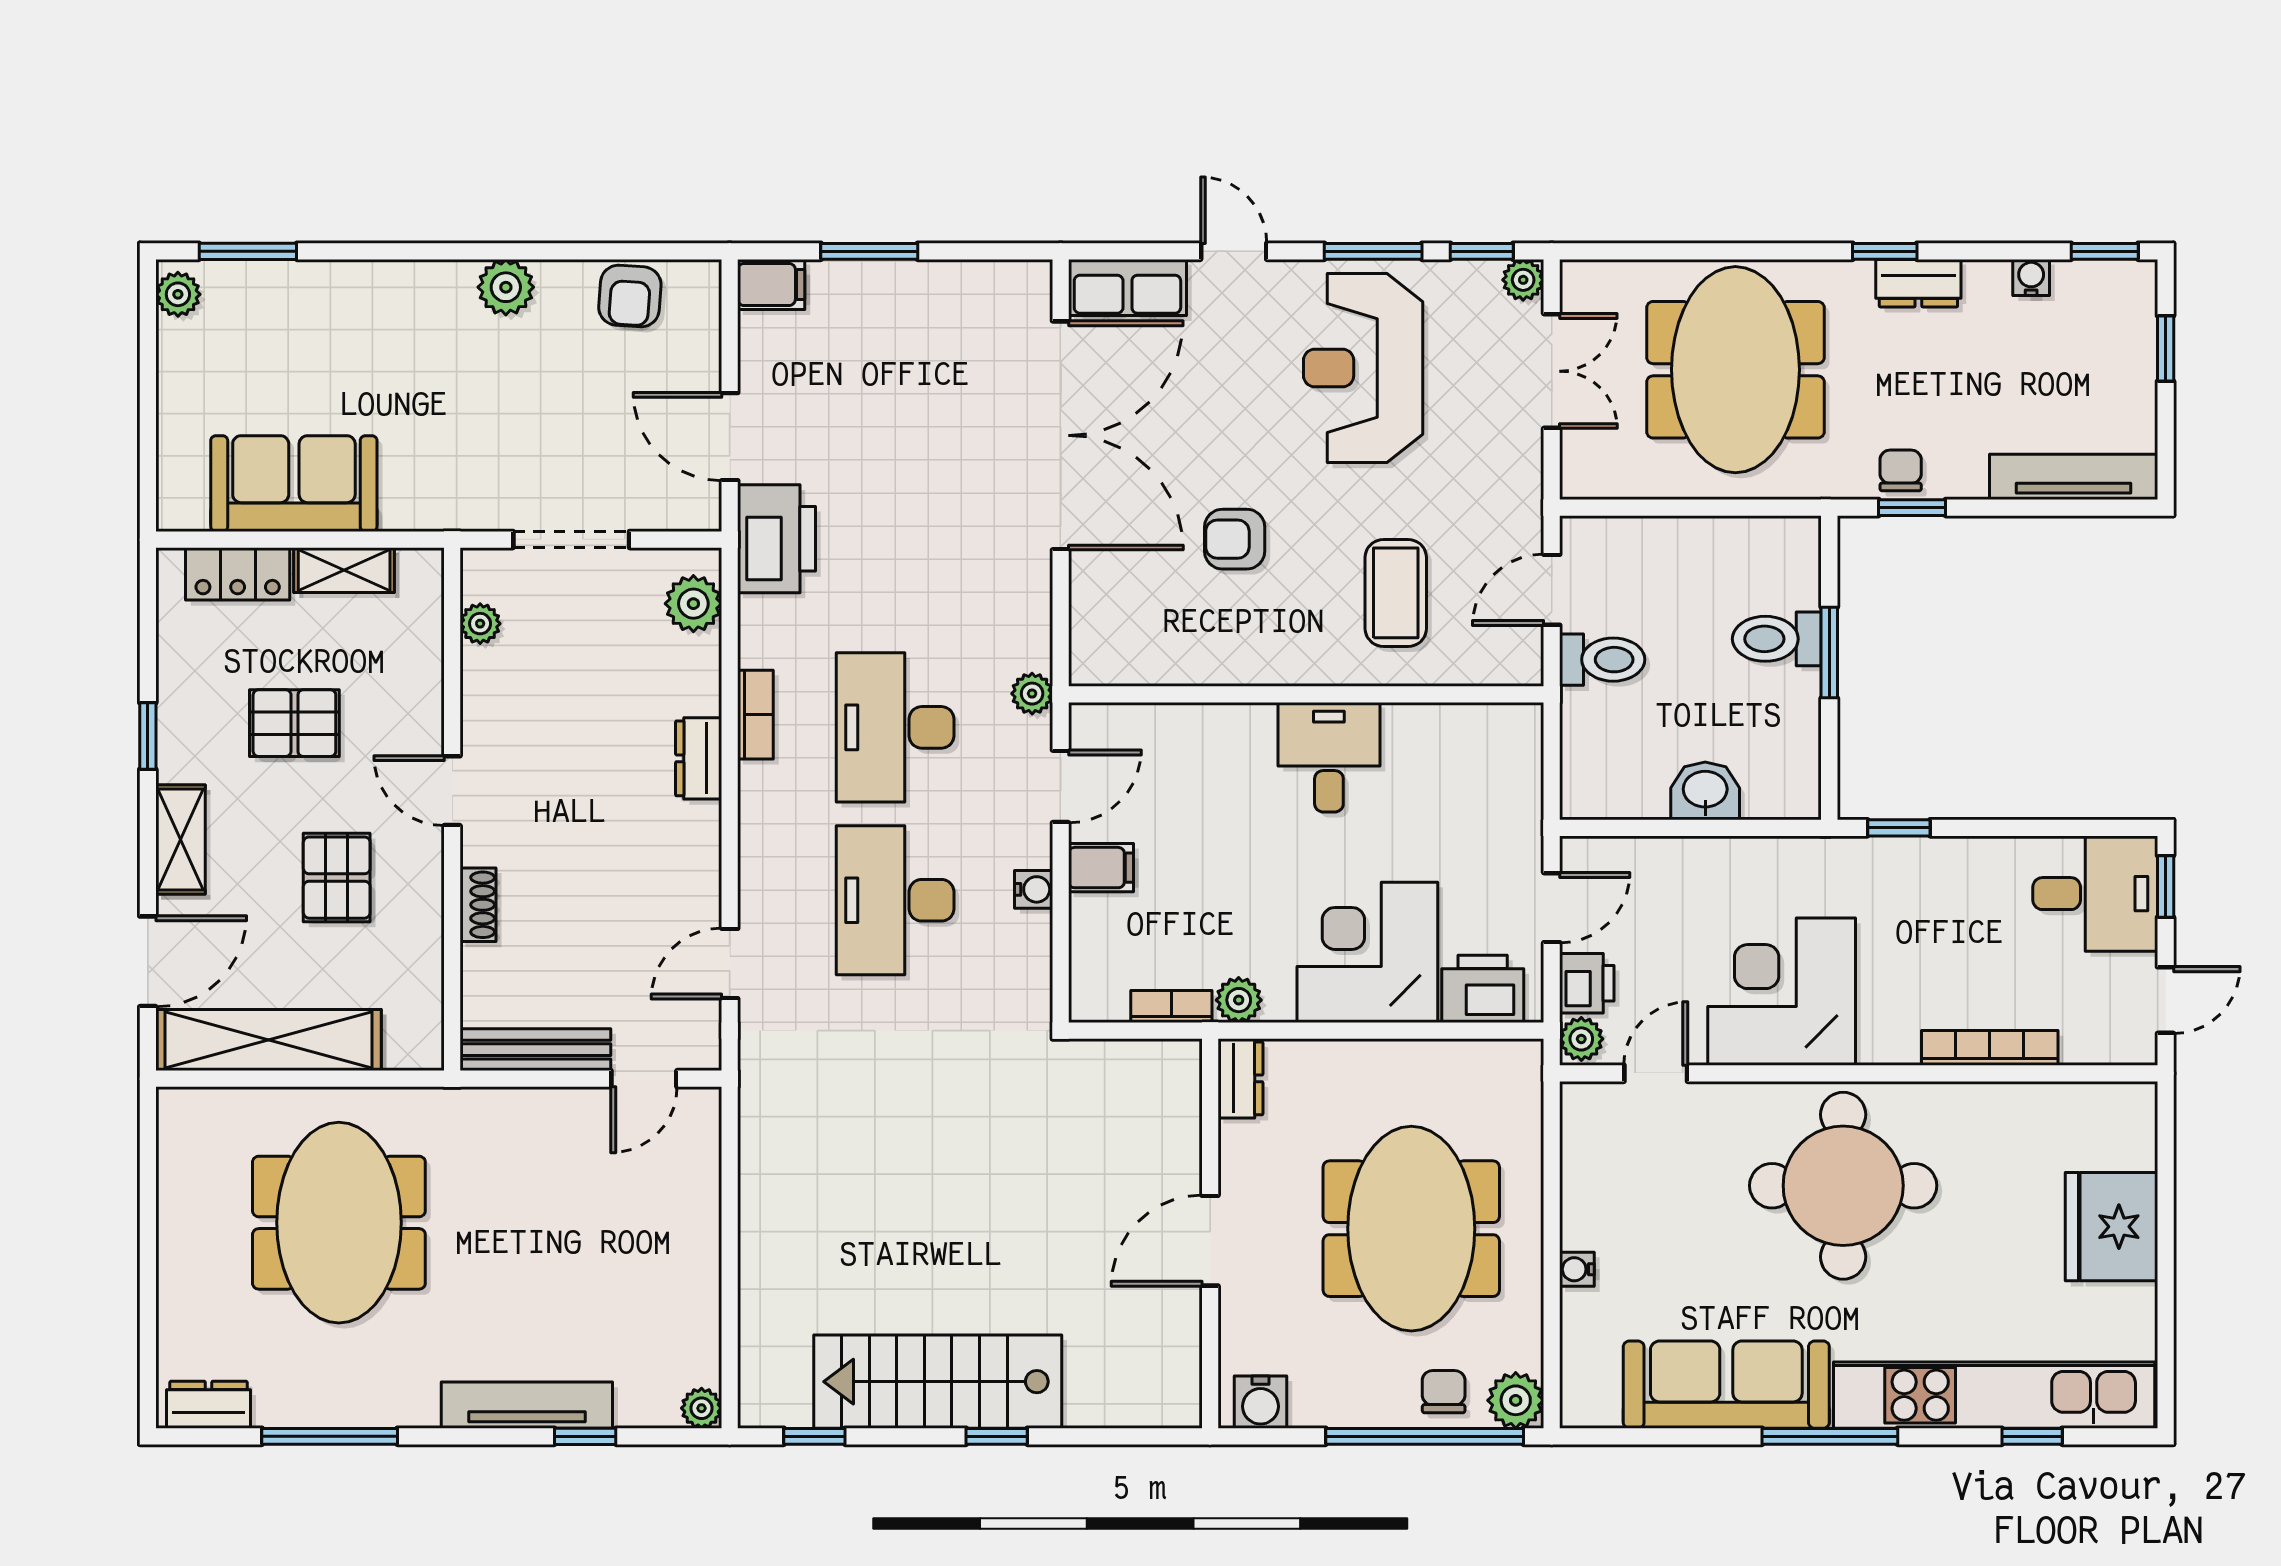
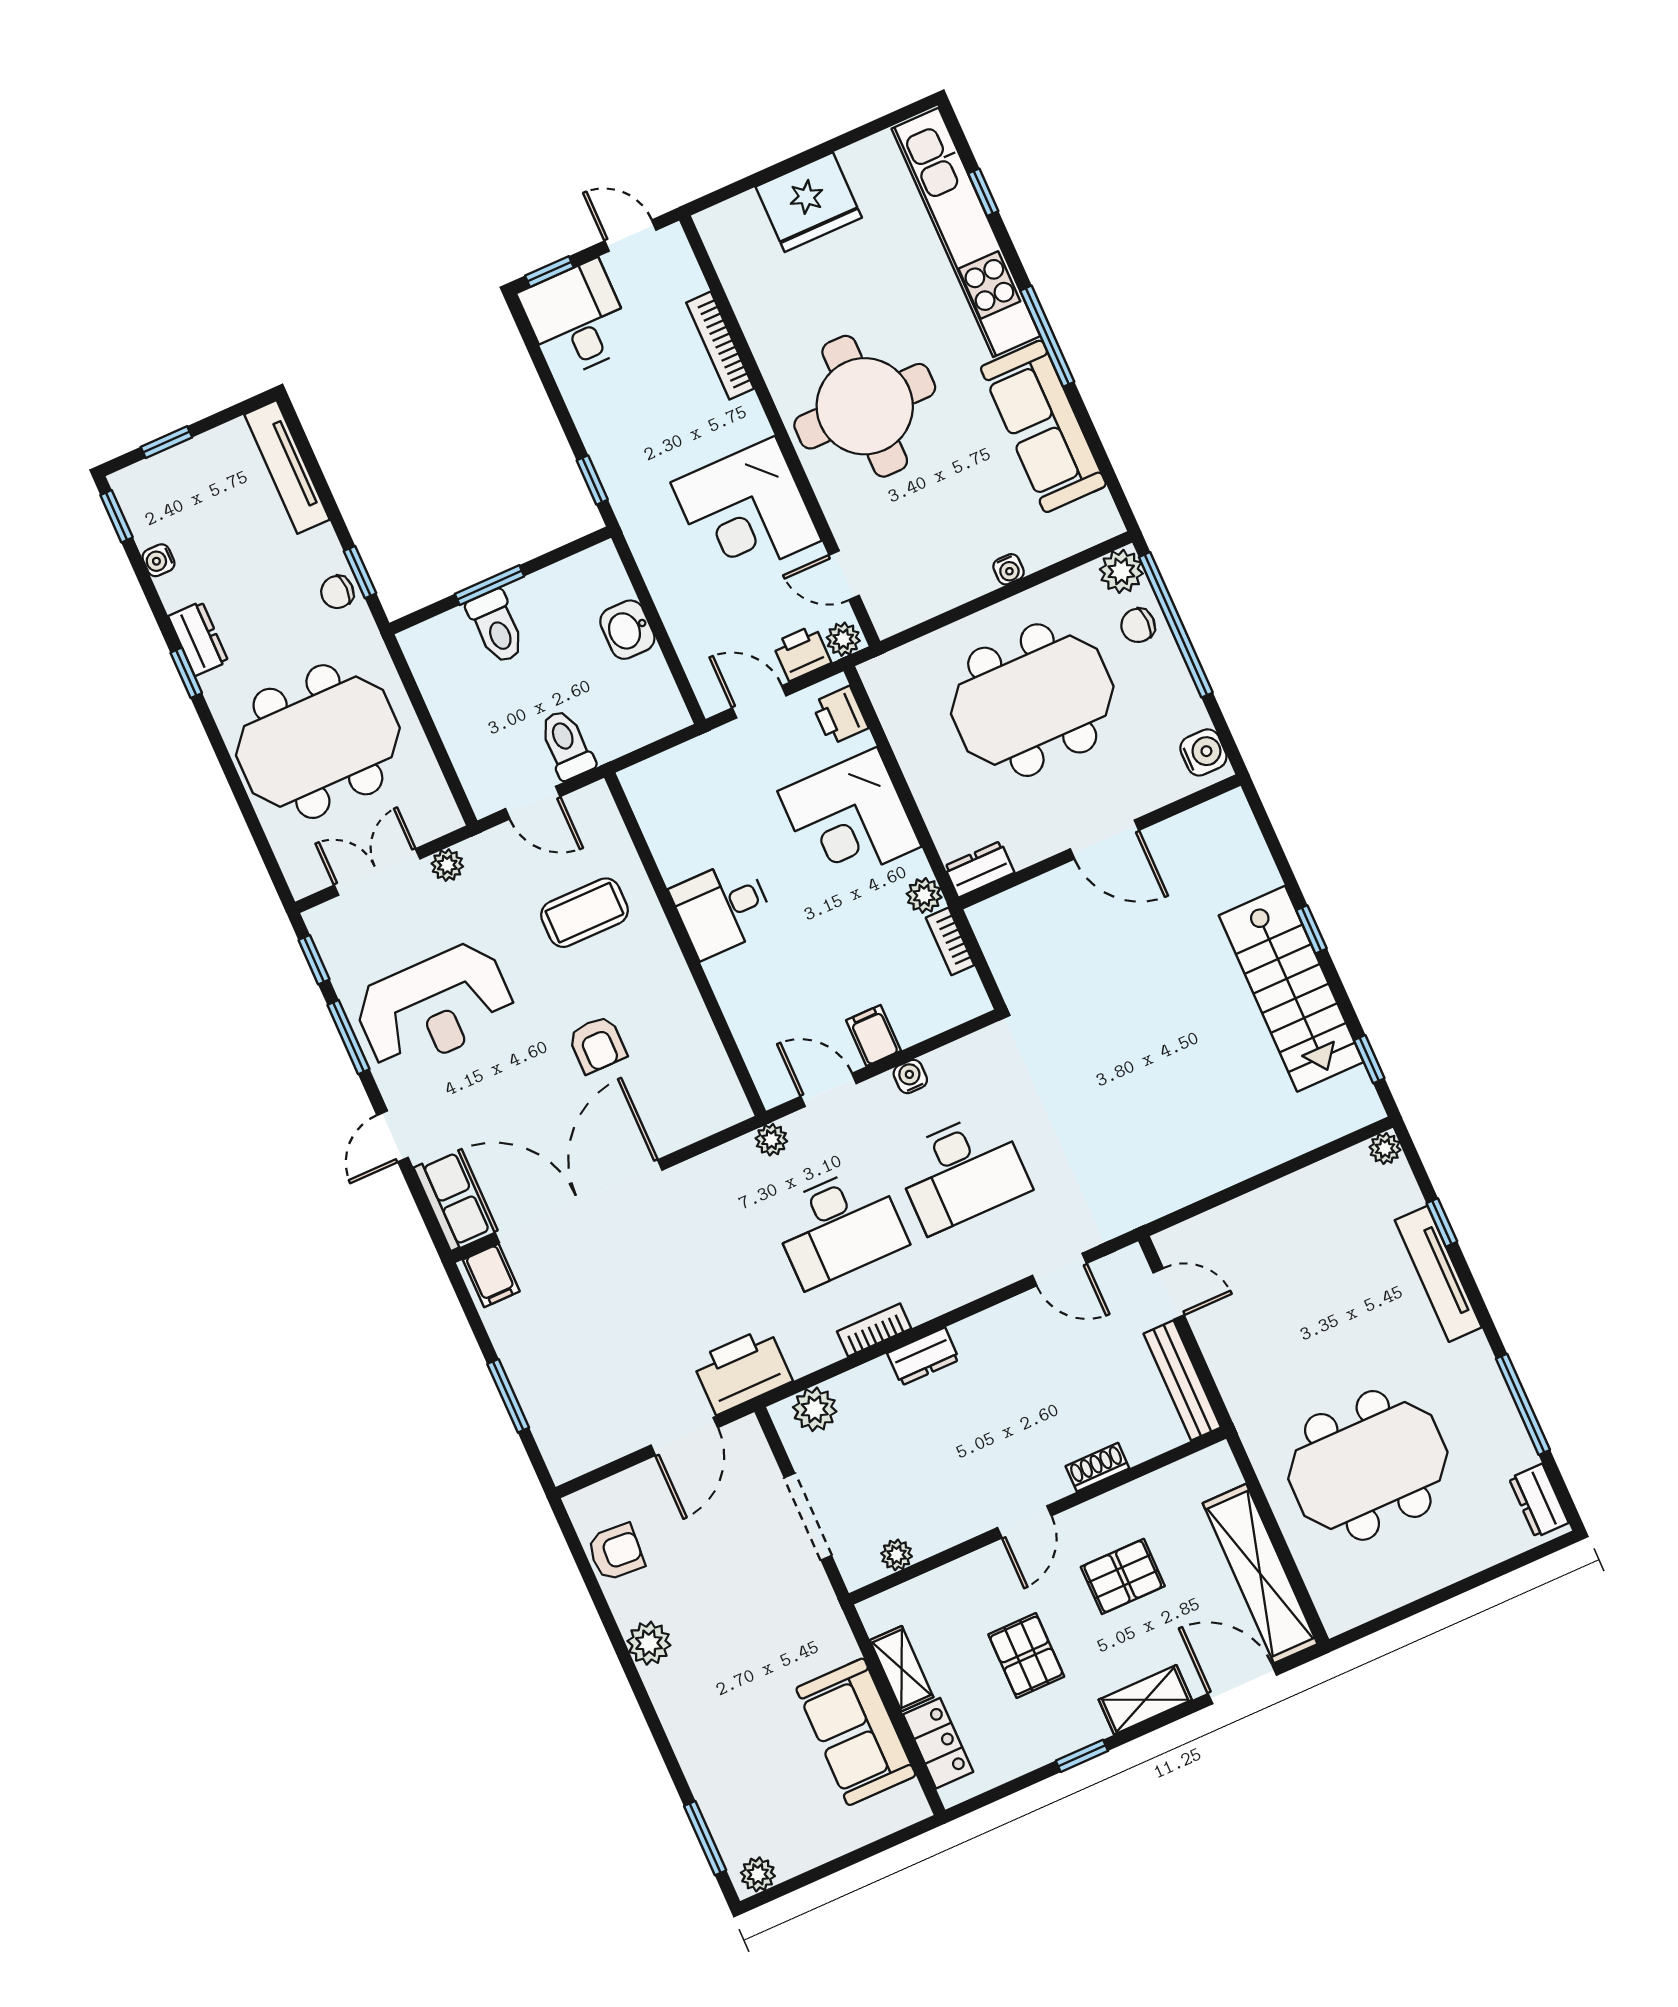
plant: (1523, 280) -> (447, 865), moved
filing cabinet: (771, 284) -> (491, 1276), moved, turned 180
printer: (1483, 989) -> (840, 715), width x0.73, depth x0.81

